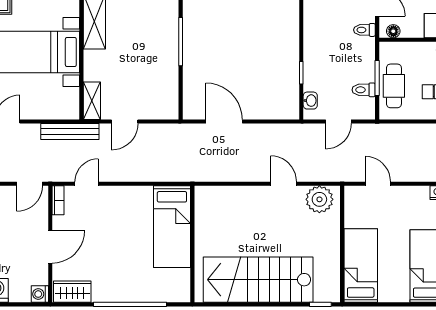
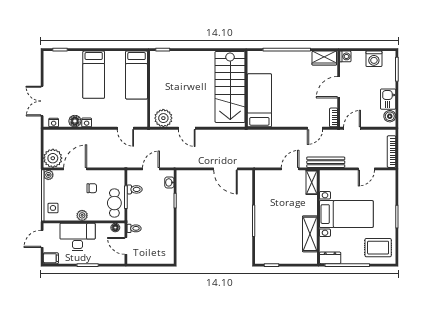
cafe table: (394, 86) -> (114, 203), moved
stairs: (258, 280) -> (230, 87), moved, turned 90

